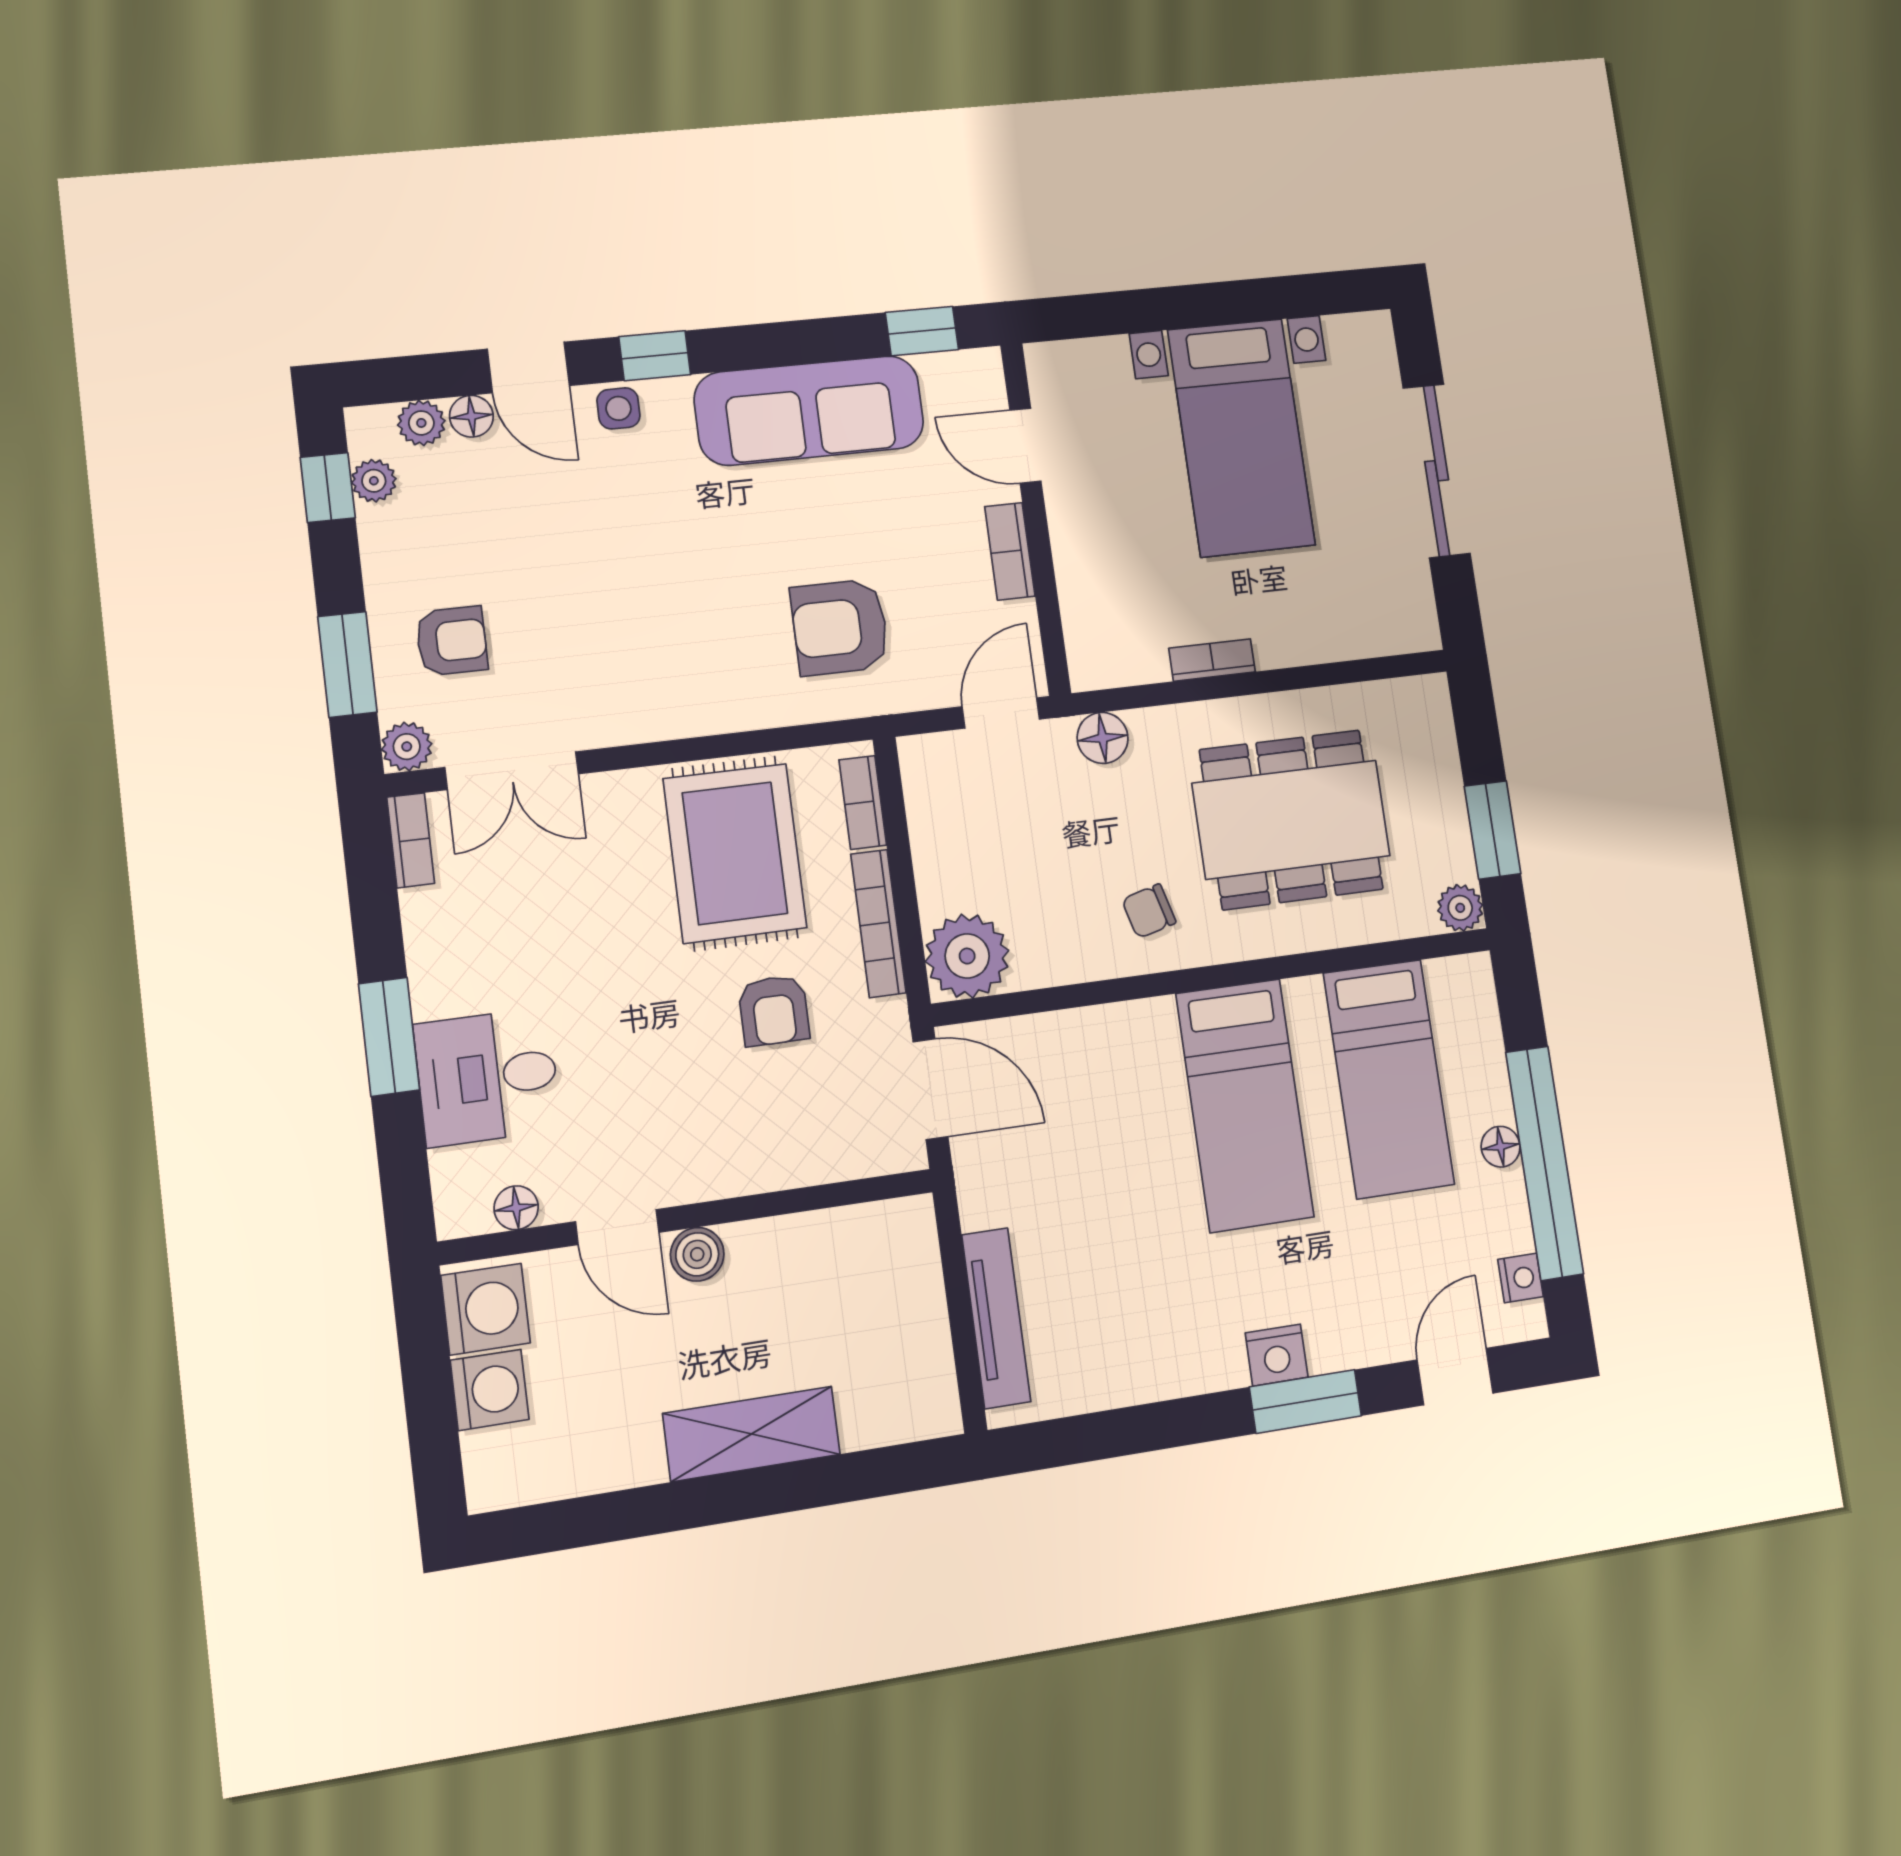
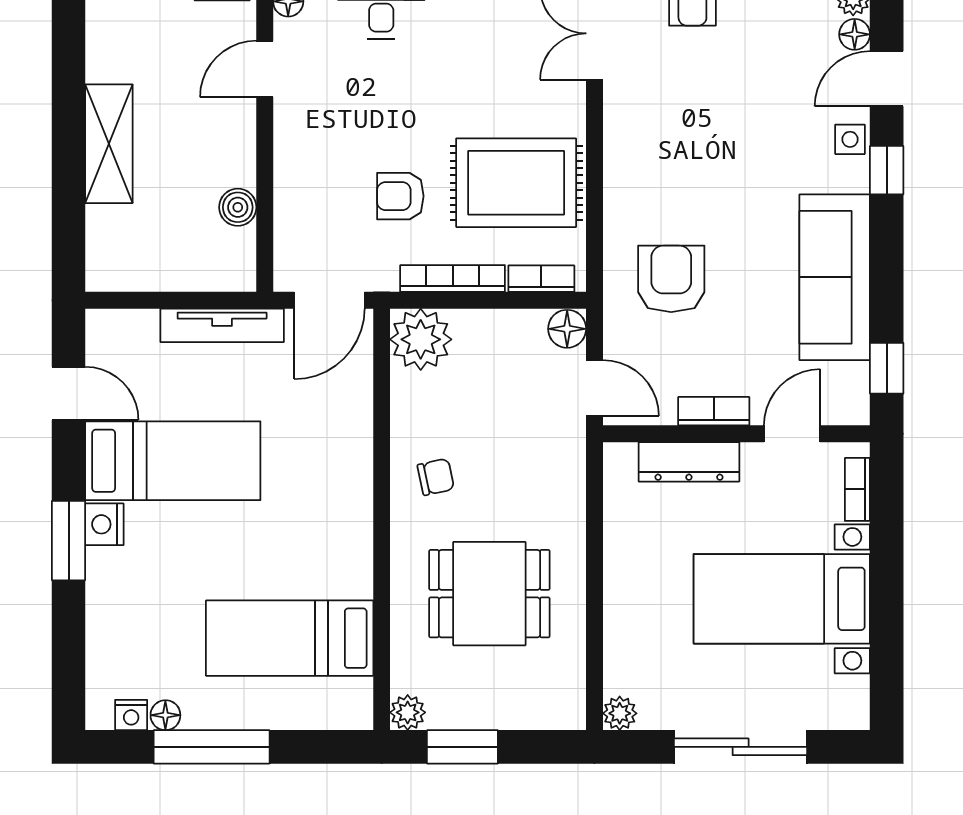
dresser: (1081, 577) -> (689, 462), added
plant: (1418, 630) -> (620, 713), added
bookcase: (1212, 660) -> (857, 489), moved, turned 180
floor lamp: (1103, 738) -> (567, 329), moved
dining table: (1291, 820) -> (489, 594), width x0.73
chair: (1149, 911) -> (436, 477), turned 93
bed: (1245, 1105) -> (173, 461), moved, turned 180
floor lamp: (1501, 1147) -> (165, 715), moved
window: (1544, 1163) -> (212, 747), width x0.68
boiler: (697, 1254) -> (238, 207), moved
tv unit: (996, 1318) -> (222, 325), moved
door: (1455, 1377) -> (69, 393), moved

